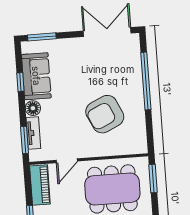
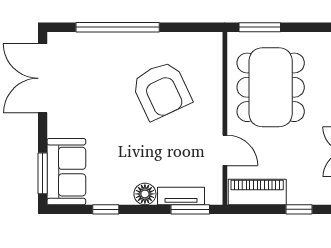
sofa: (36, 76) -> (66, 172), moved, turned 90

